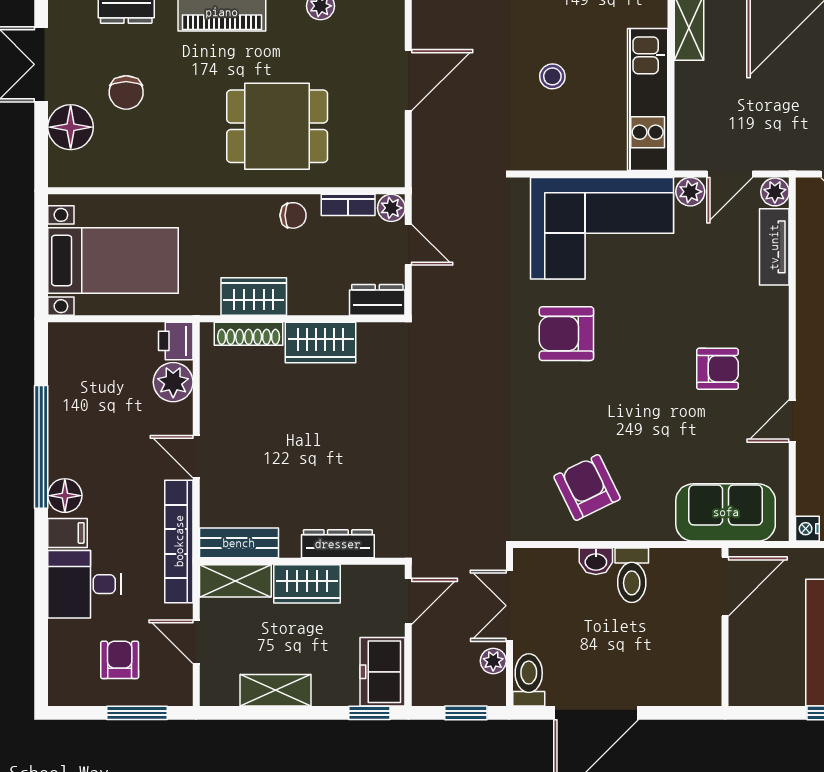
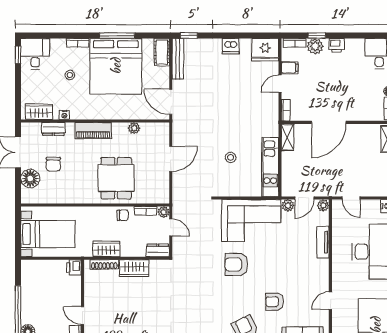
dining table: (277, 126) -> (116, 178), turned 90
tv unit: (774, 247) -> (323, 242), moved
armchair: (718, 369) -> (275, 302), moved, turned 180
plant: (173, 382) -> (73, 285), removed

